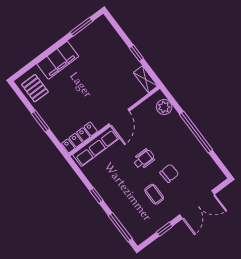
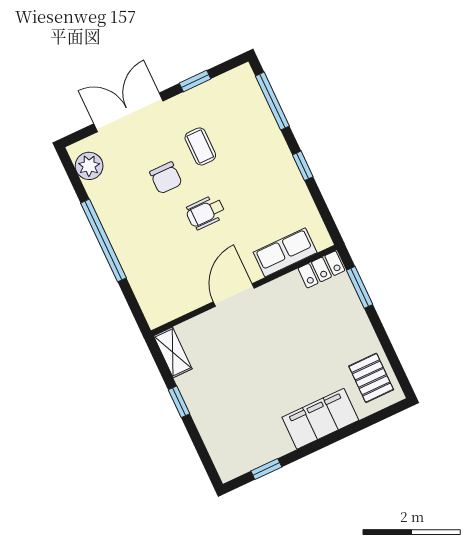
window: (81, 27) -> (266, 469), width x0.67
plant: (164, 107) -> (89, 166), moved
window: (40, 121) -> (360, 287), moved
locker: (79, 137) -> (321, 269), width x0.66
row of seats: (96, 146) -> (285, 252), width x0.68
chair: (169, 173) -> (166, 178), turned -87

